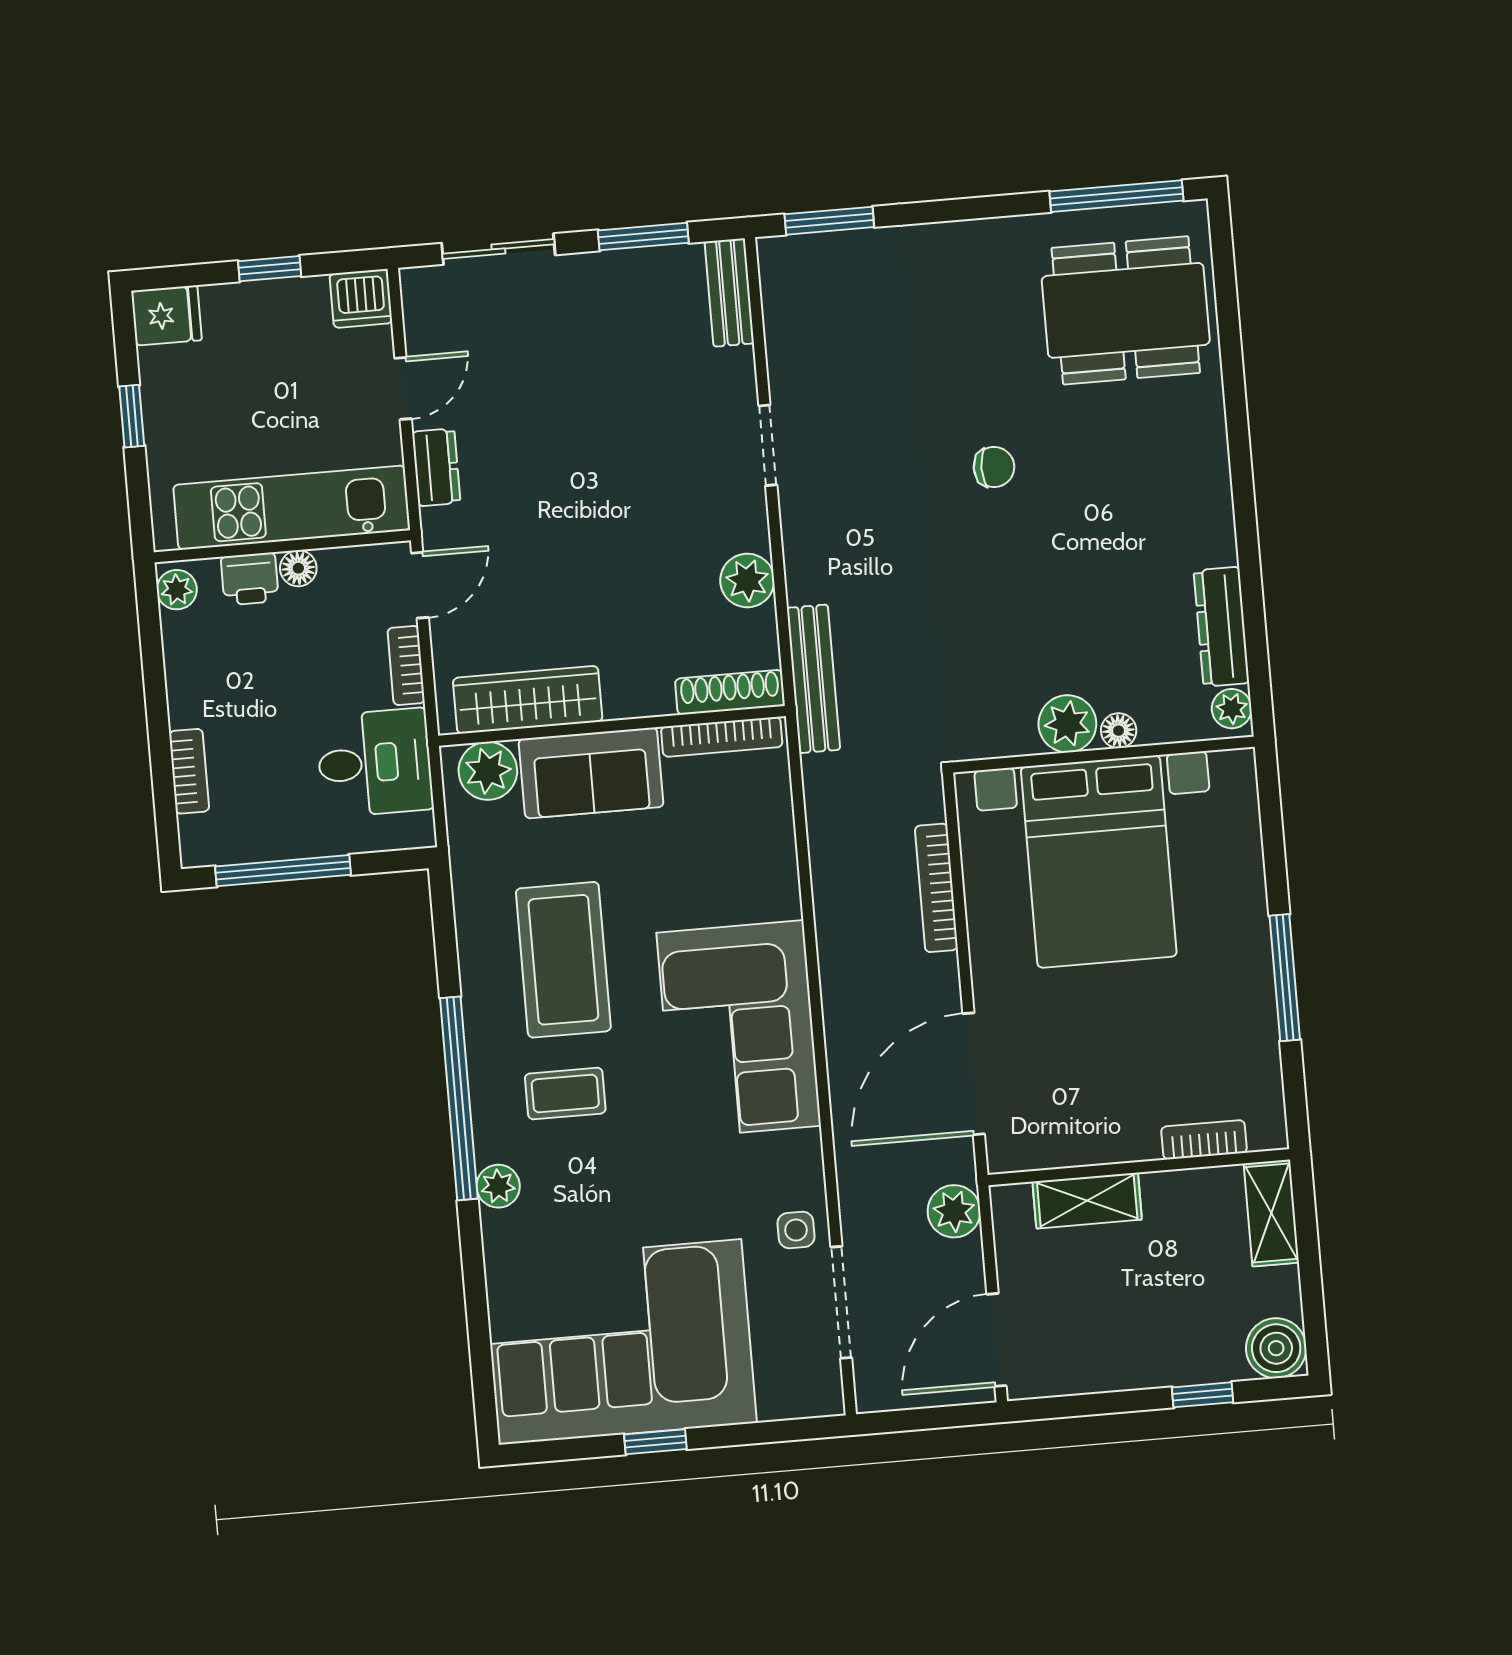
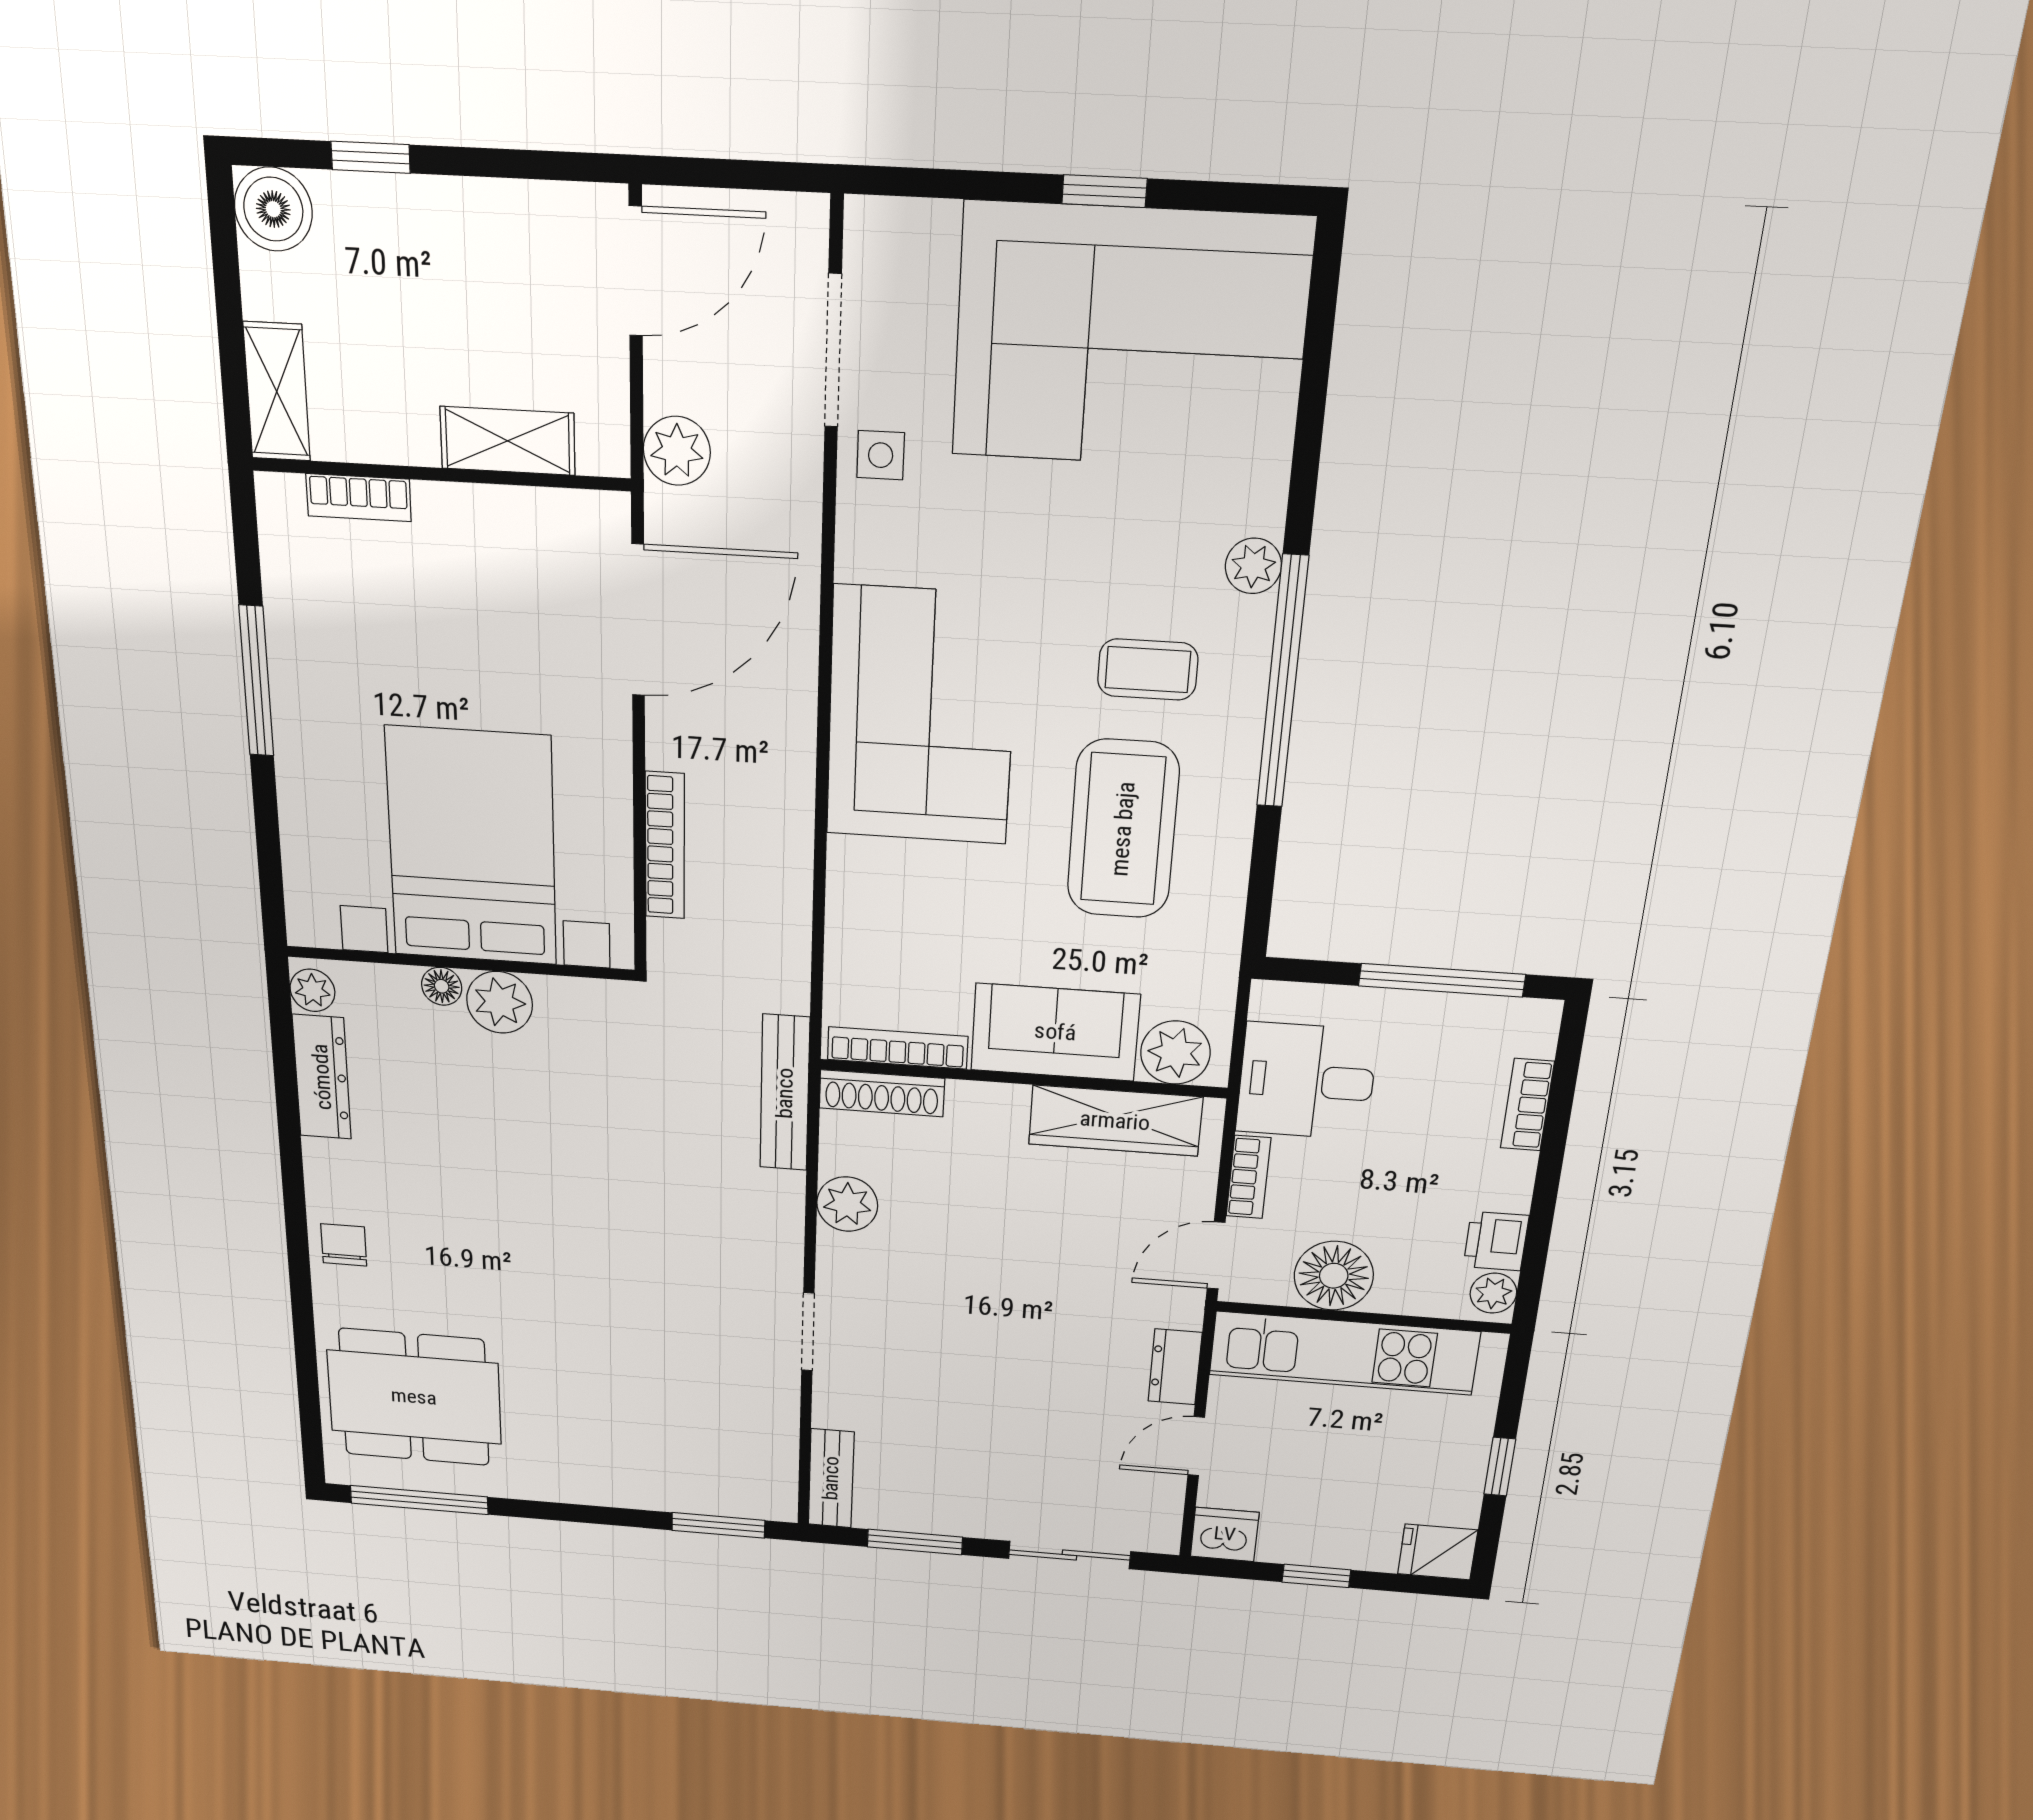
chair: (994, 467) -> (344, 1245), moved, turned 90
floor lamp: (298, 568) -> (1334, 1276), width x1.89, depth x1.89
printer: (250, 579) -> (1496, 1241), moved, turned -90

